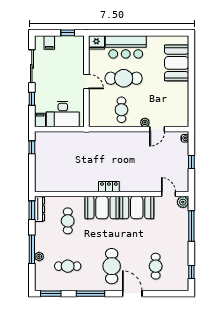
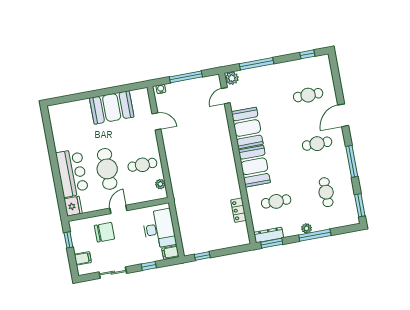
booth: (177, 63) -> (112, 107), moved
sliding door: (32, 66) -> (113, 273), width x0.73
chair: (69, 66) -> (104, 232), added
plant: (145, 122) -> (160, 184), moved
window: (191, 162) -> (186, 77), width x2.17
locker: (109, 187) -> (239, 210), moved
plant: (39, 256) -> (307, 228), moved
cafe table: (112, 266) -> (317, 144), width x0.73, depth x0.74

